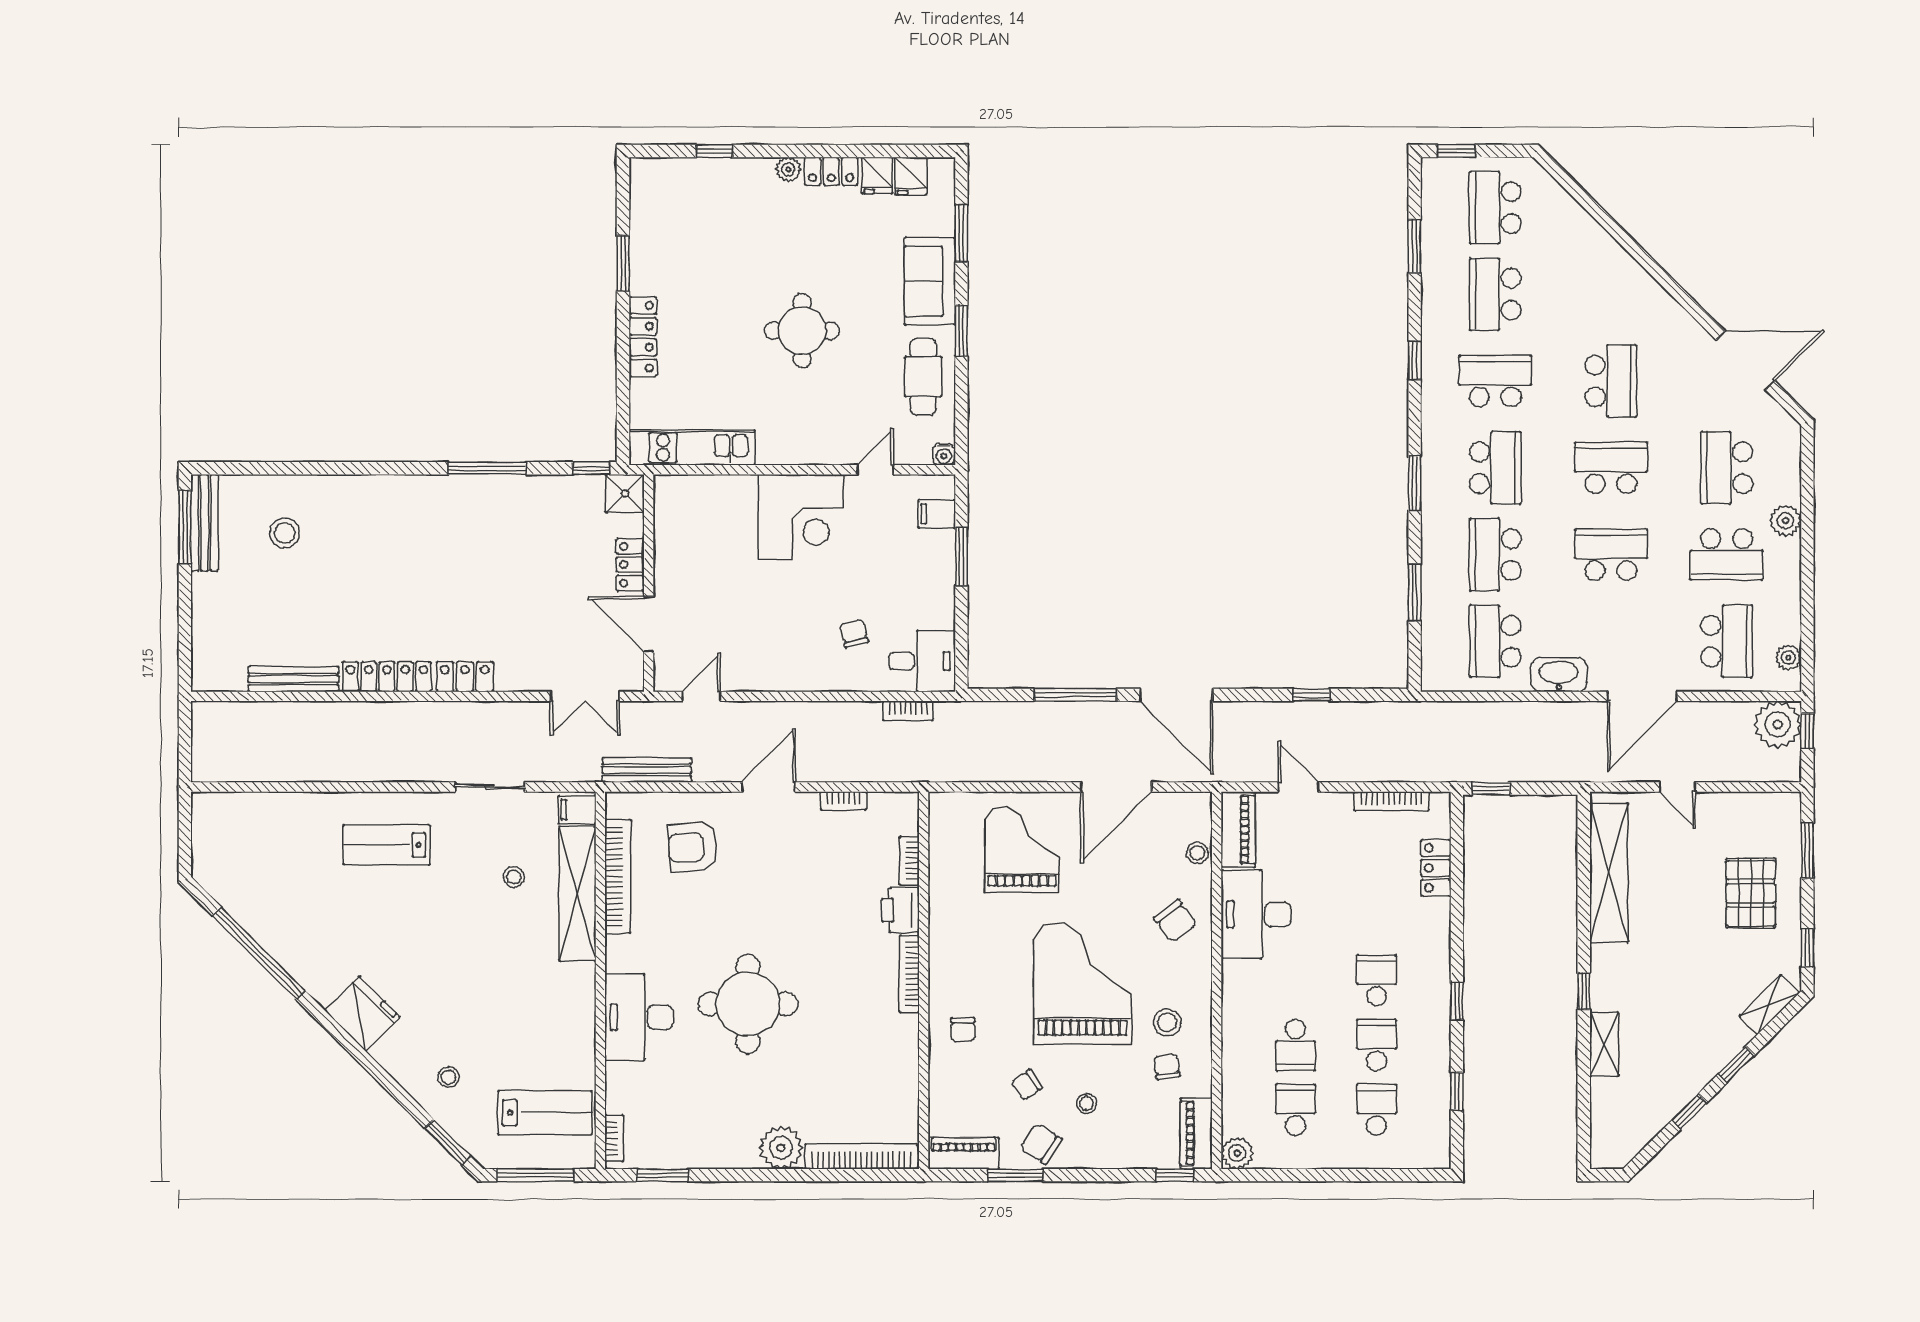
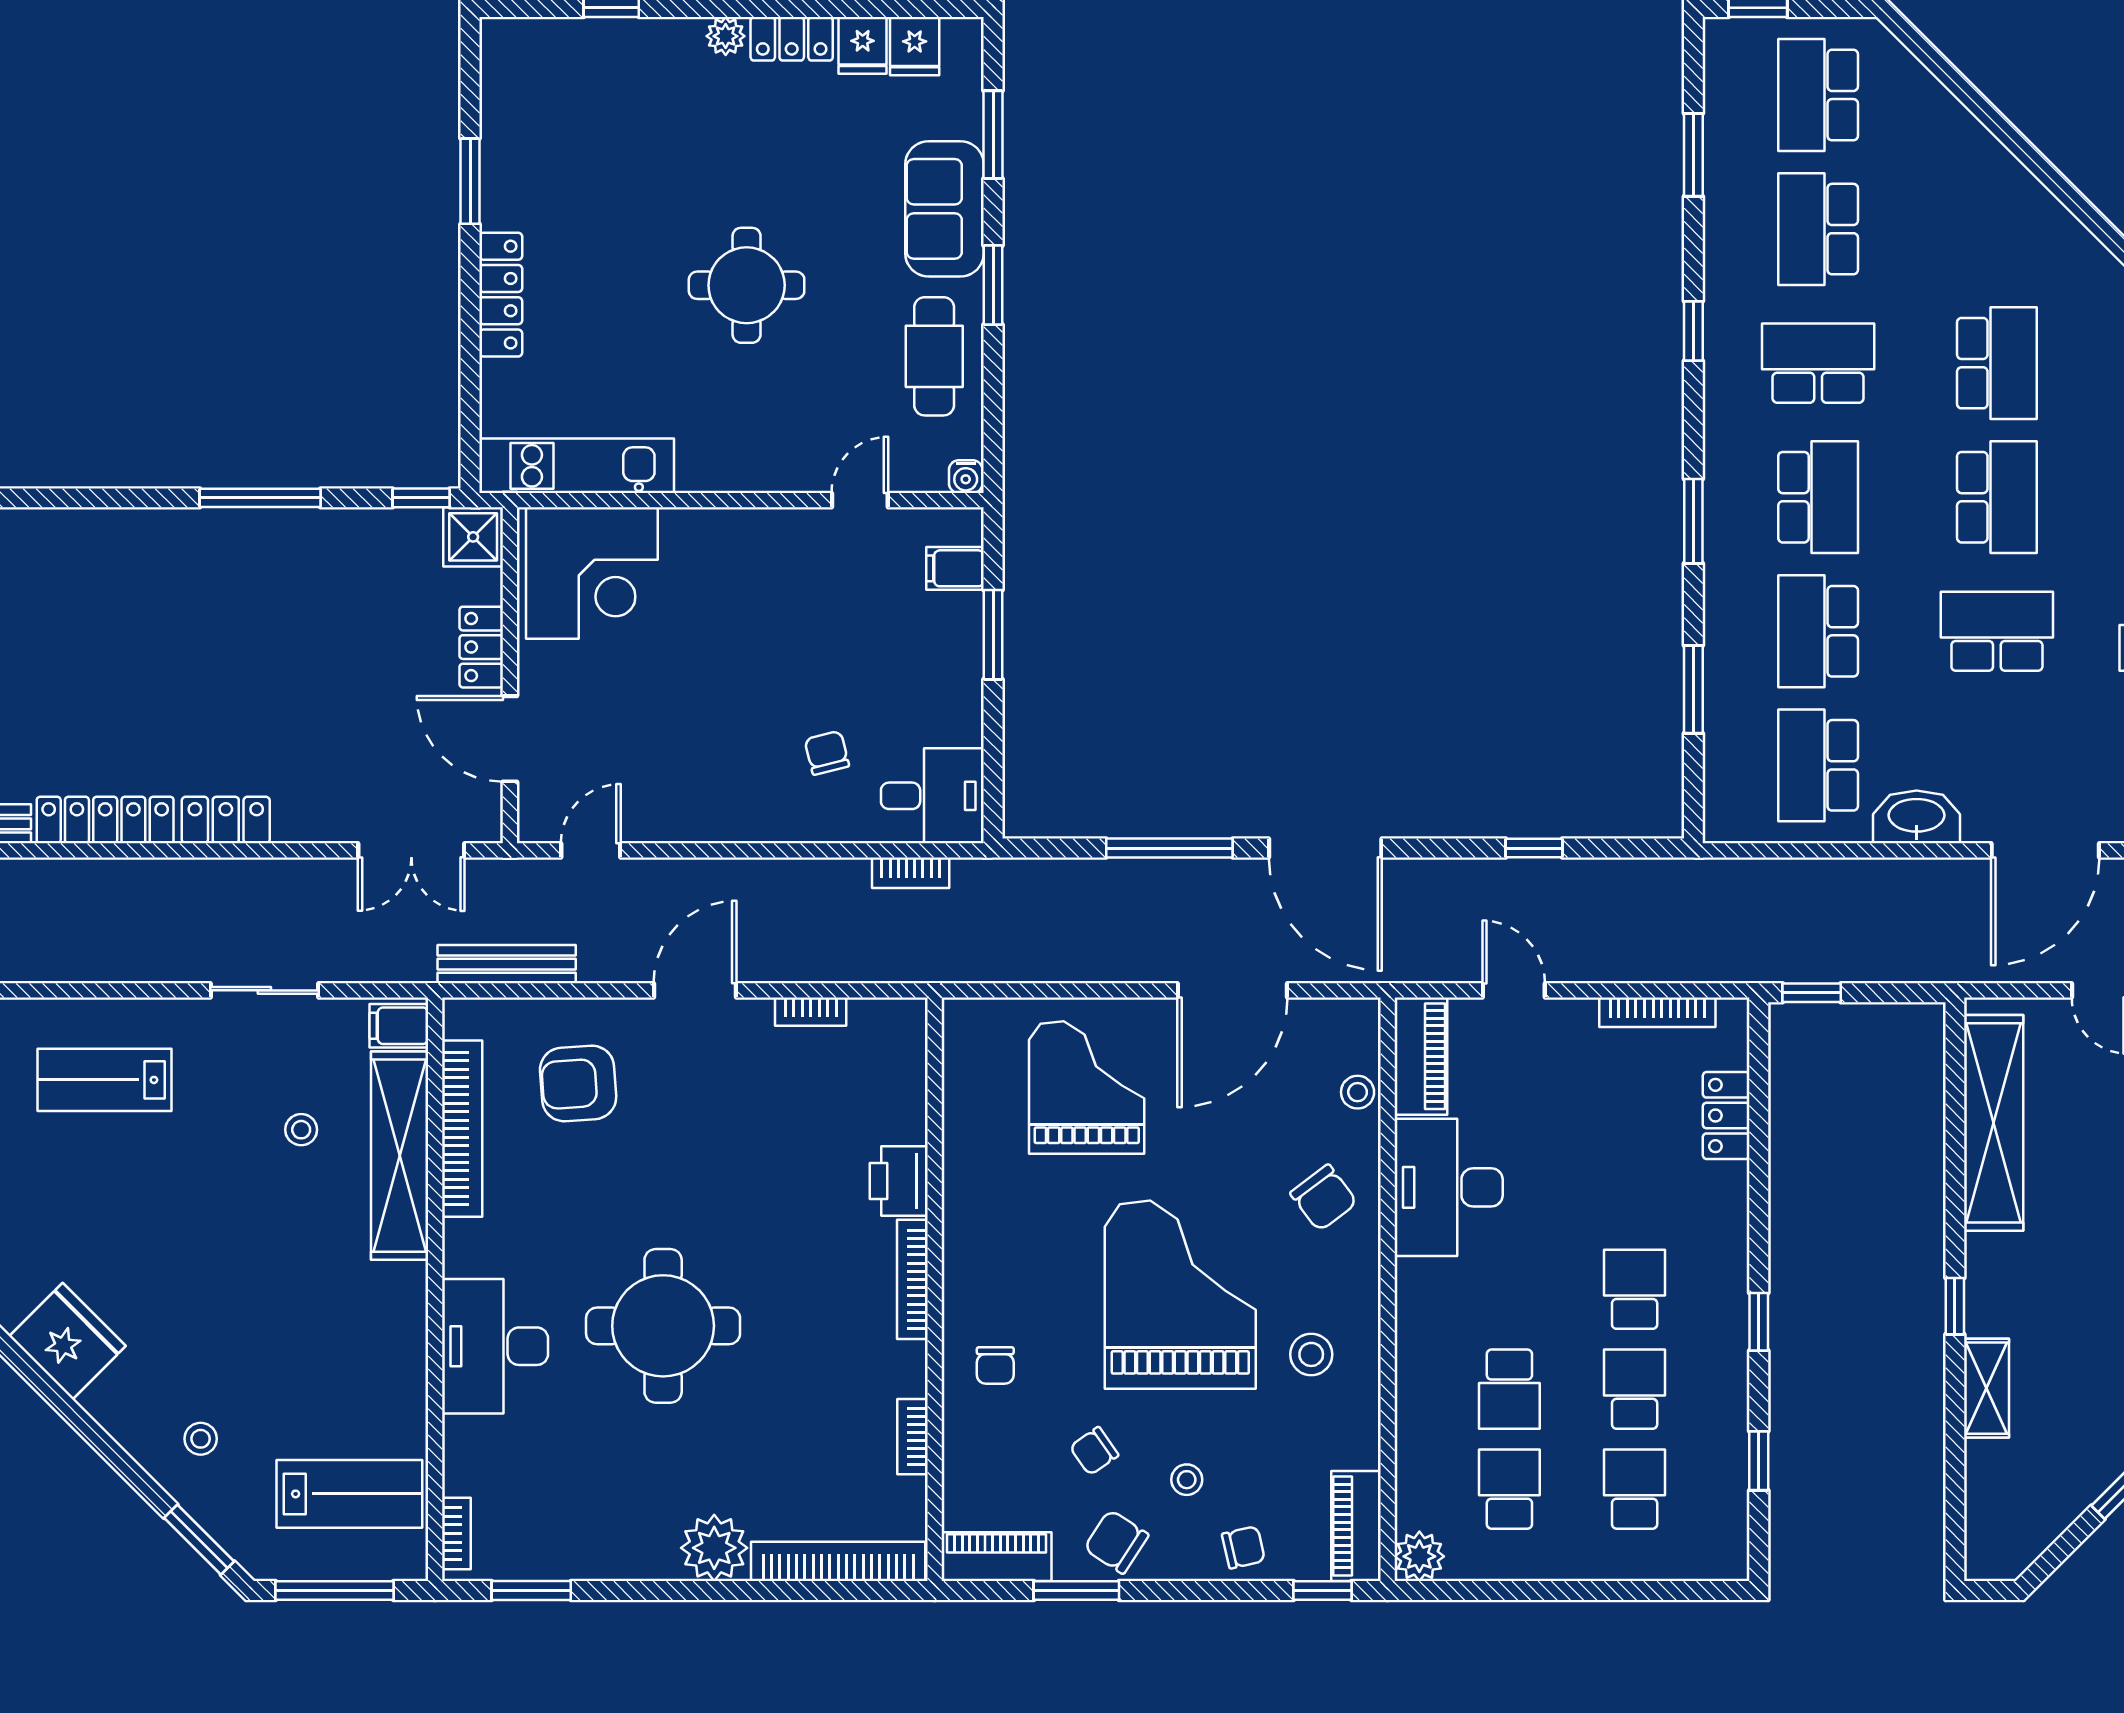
school desk: (1611, 468) -> (1997, 497), turned 90
corner desk: (801, 517) -> (592, 573), moved
bookcase: (909, 861) -> (913, 1437), moved
chair: (1167, 1067) -> (1243, 1547), moved, turned 85

